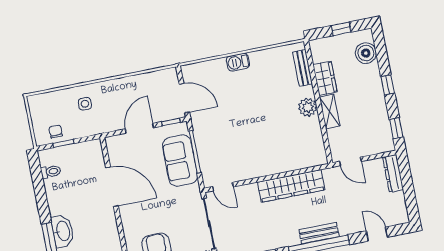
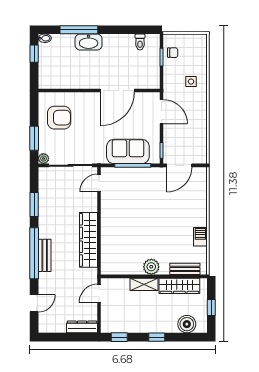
barbecue: (238, 62) -> (200, 237), moved
wardrobe: (325, 78) -> (179, 286), width x1.50
door: (139, 128) -> (162, 112), moved

